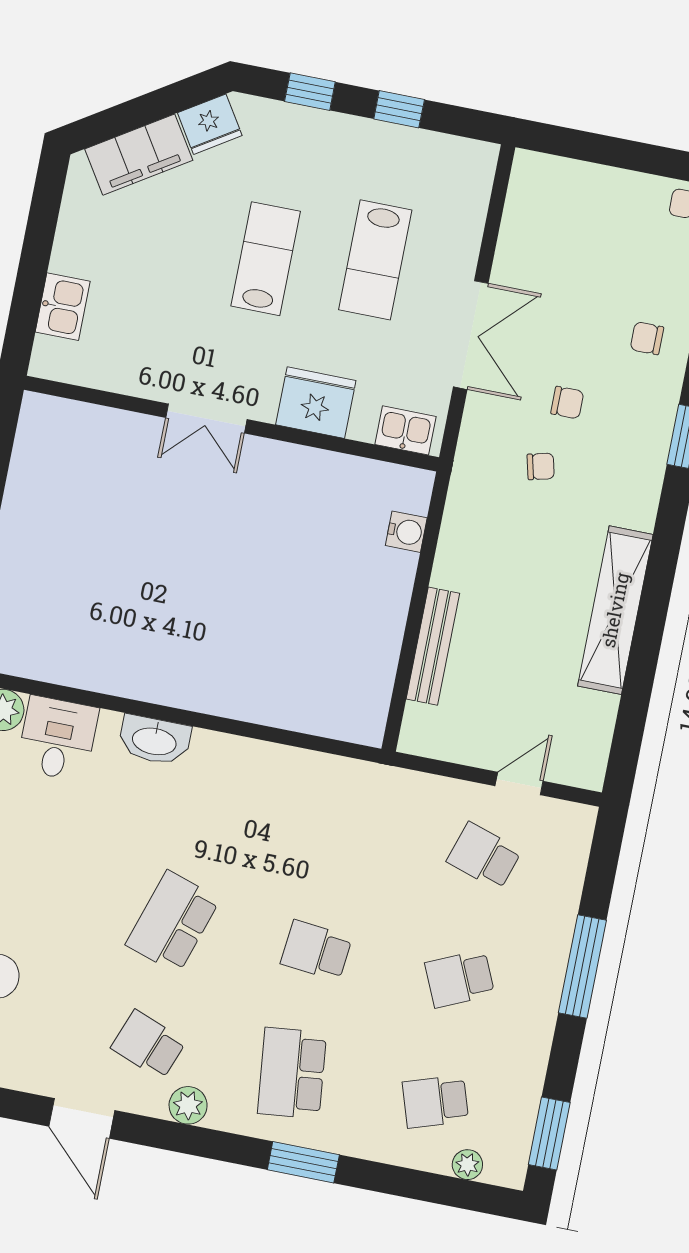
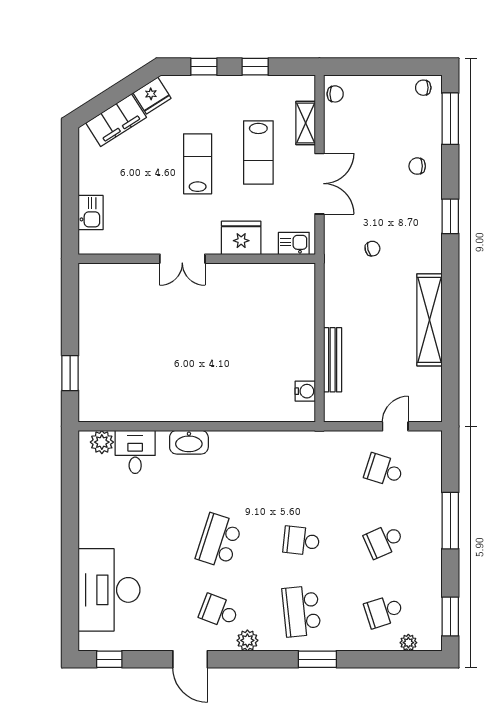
shelving: (468, 225) -> (306, 123), added
chair: (567, 403) -> (335, 94), moved
water cooler: (406, 532) -> (305, 391), moved

